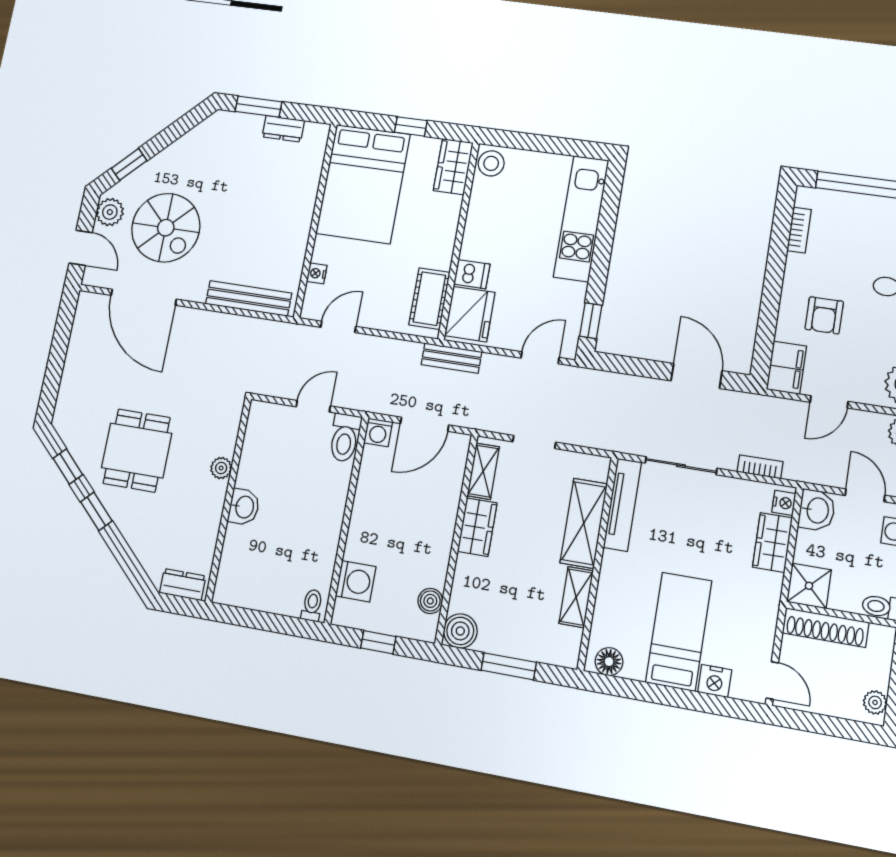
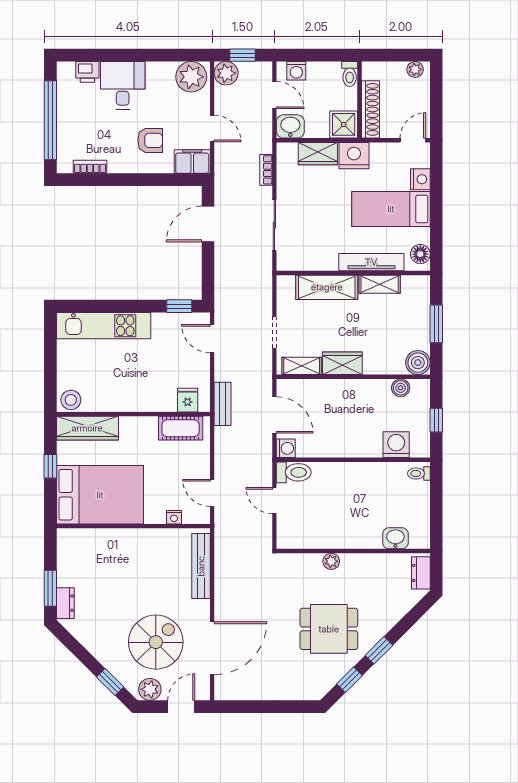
dresser: (283, 129) -> (65, 603), moved
wardrobe: (453, 167) -> (87, 428), width x1.50
dishwasher: (472, 274) -> (157, 400), removed
fridge: (470, 314) -> (188, 400), width x0.53, depth x0.75
door: (865, 495) -> (274, 95), swing flipped
nightstand: (784, 503) -> (354, 156), moved, width x1.89, depth x1.79
tv unit: (622, 505) -> (371, 262), moved
washbasin: (244, 507) -> (395, 538), moved

